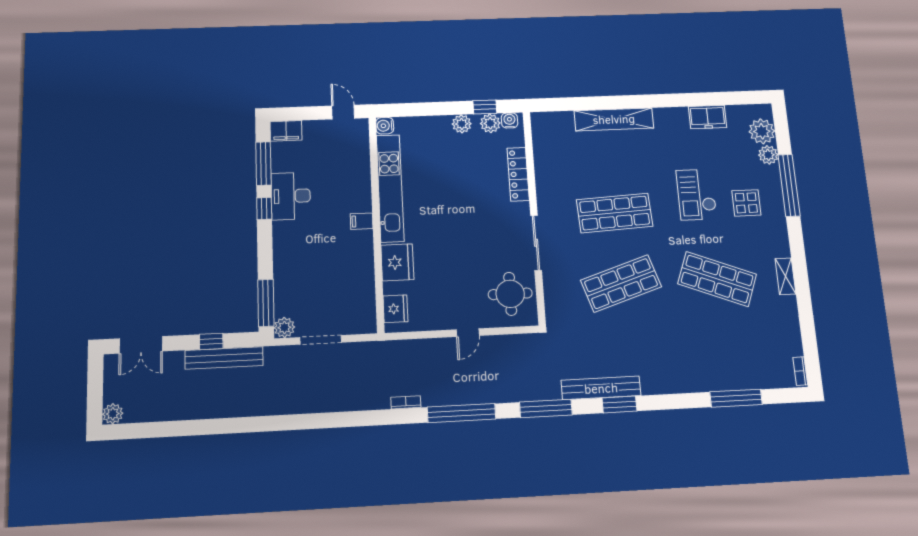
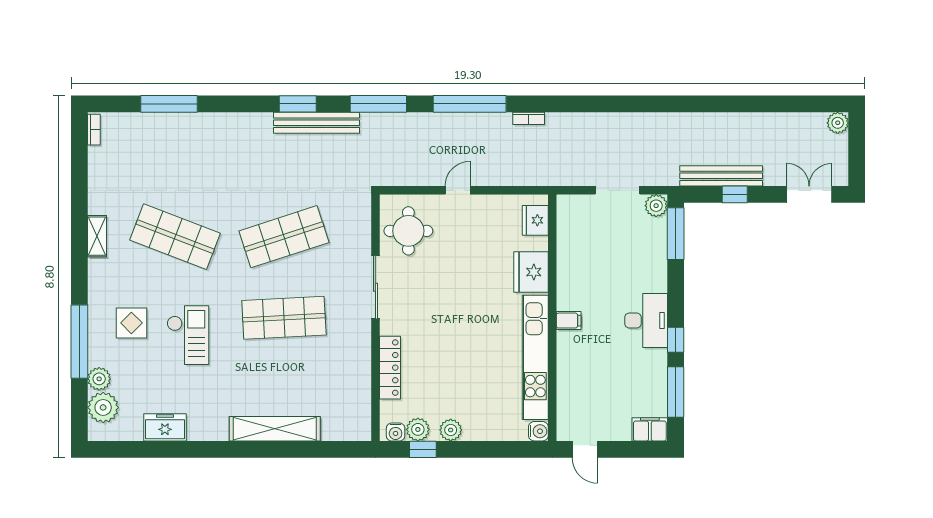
desk: (291, 196) -> (646, 320), moved

